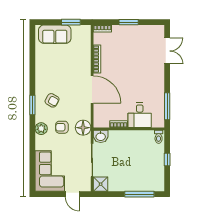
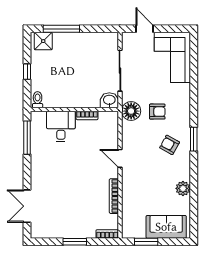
door: (92, 90) -> (120, 158), width x0.53
plant: (41, 129) -> (183, 188), moved
shower: (101, 184) -> (43, 41), moved

